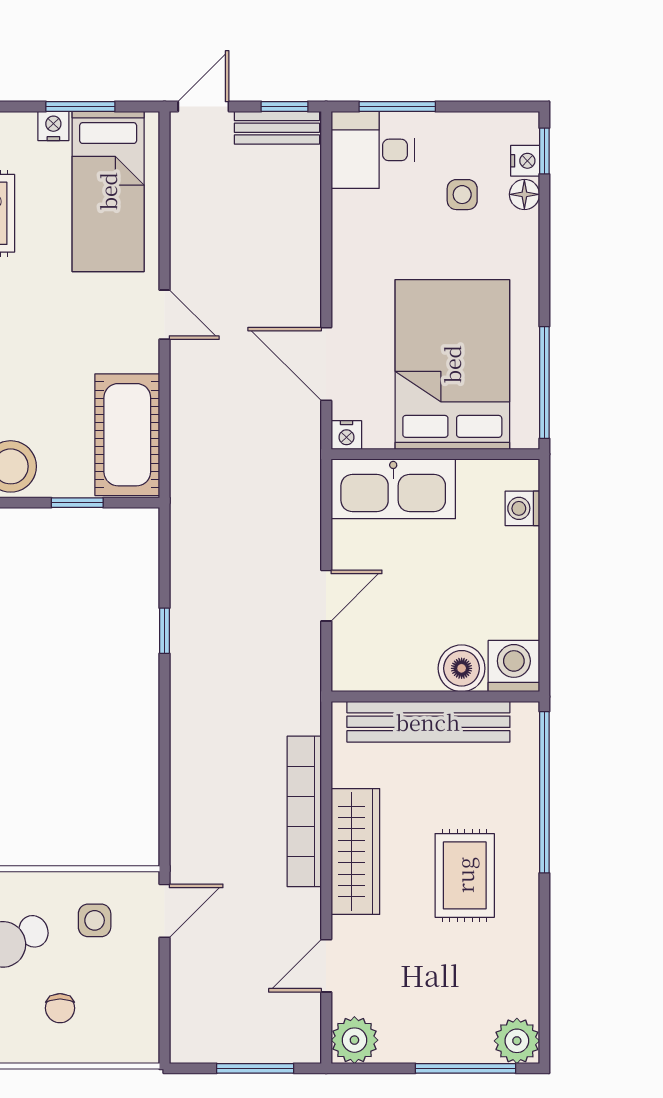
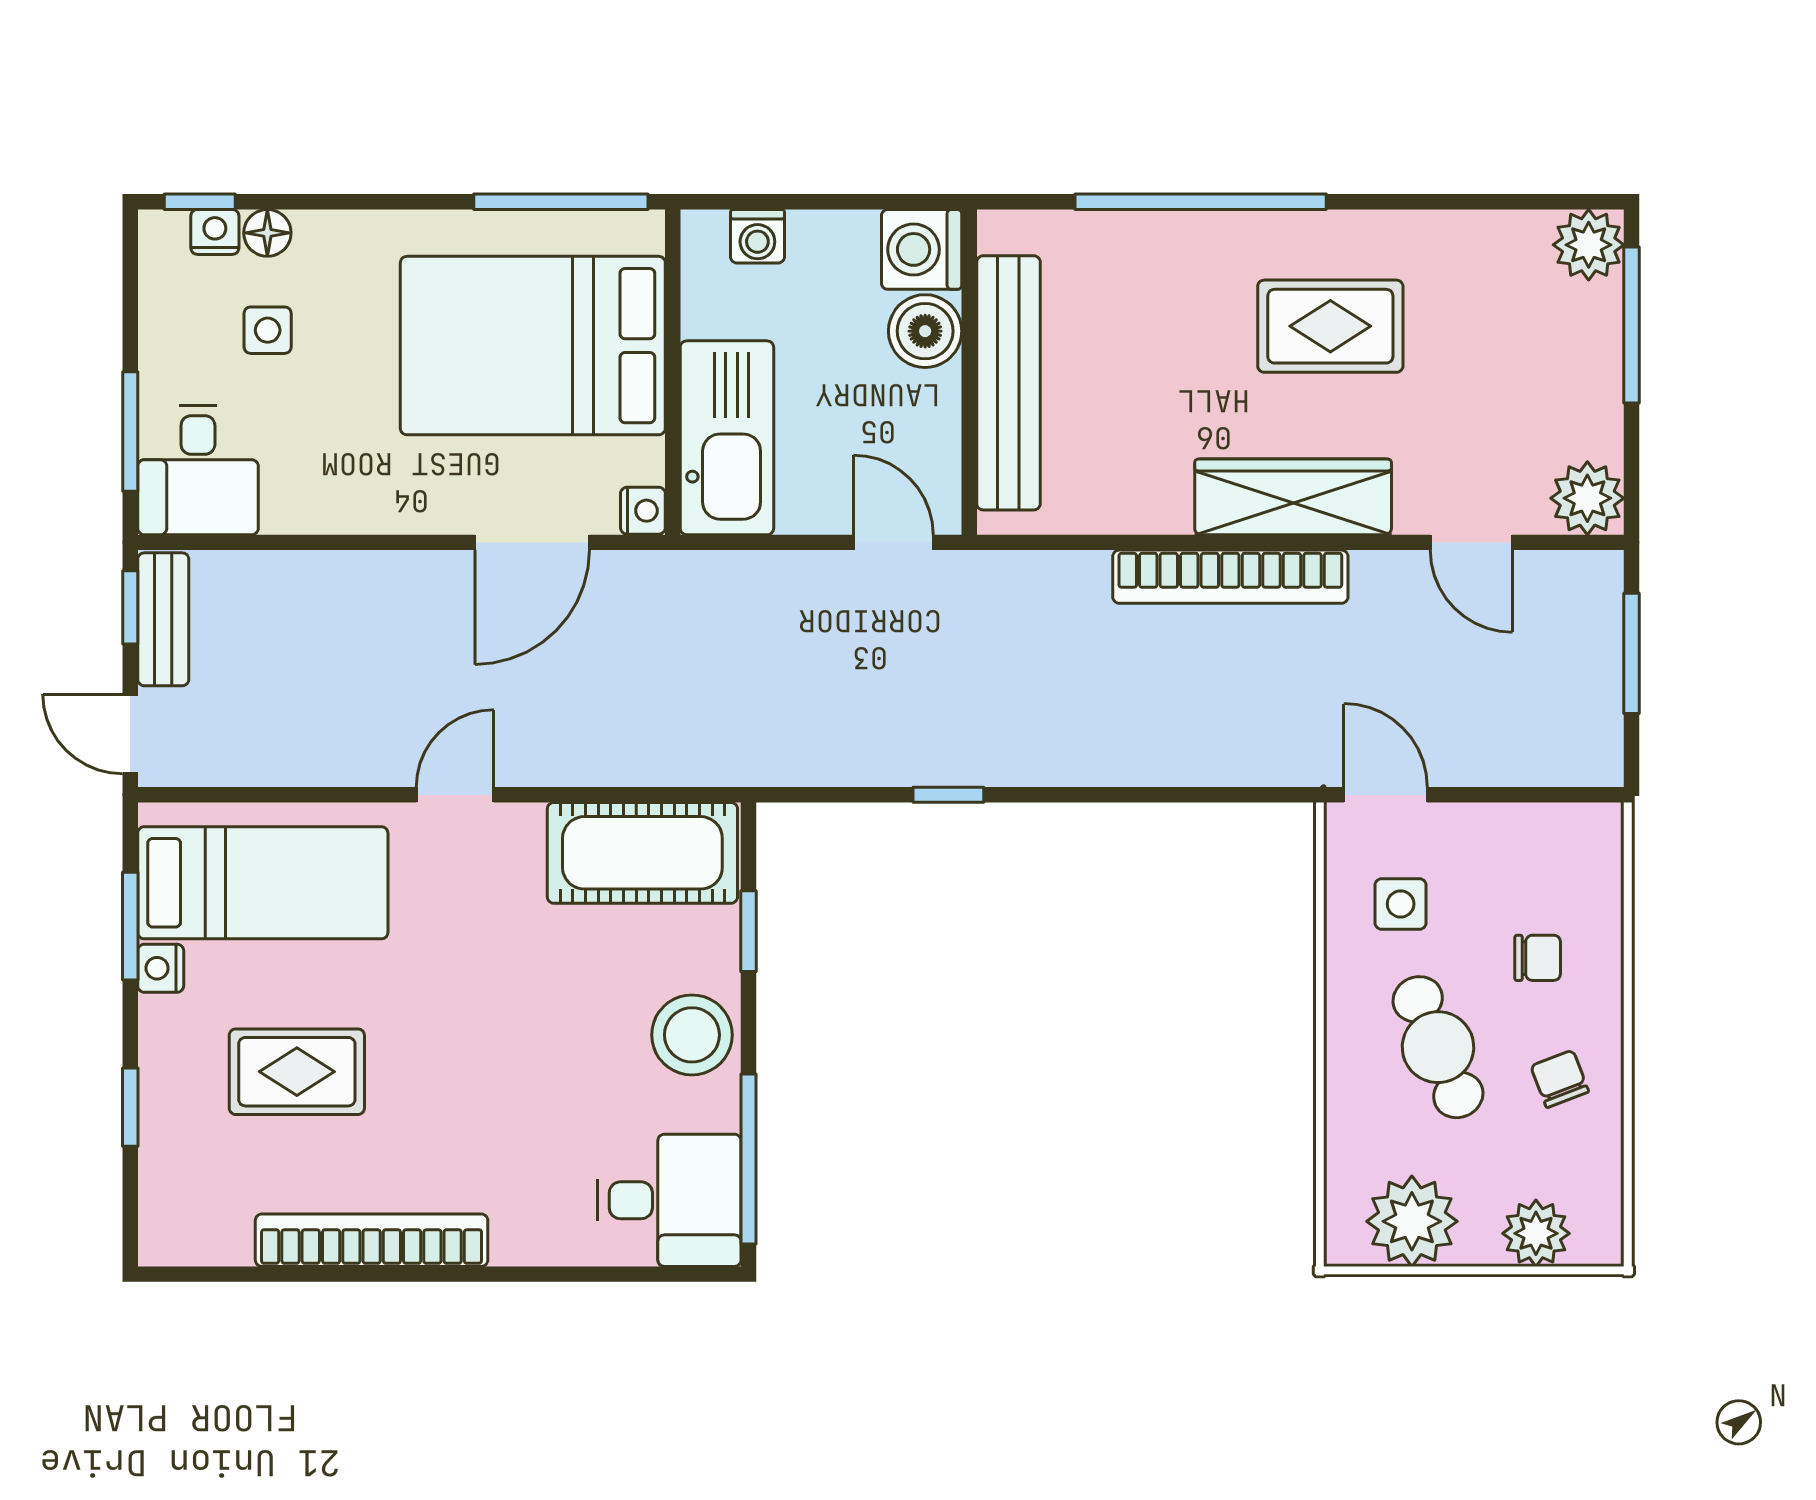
washing machine: (514, 666) -> (922, 249), moved
boiler: (462, 668) -> (925, 331), moved
wall: (435, 697) -> (969, 372), moved
bench: (428, 722) -> (1008, 383), moved

